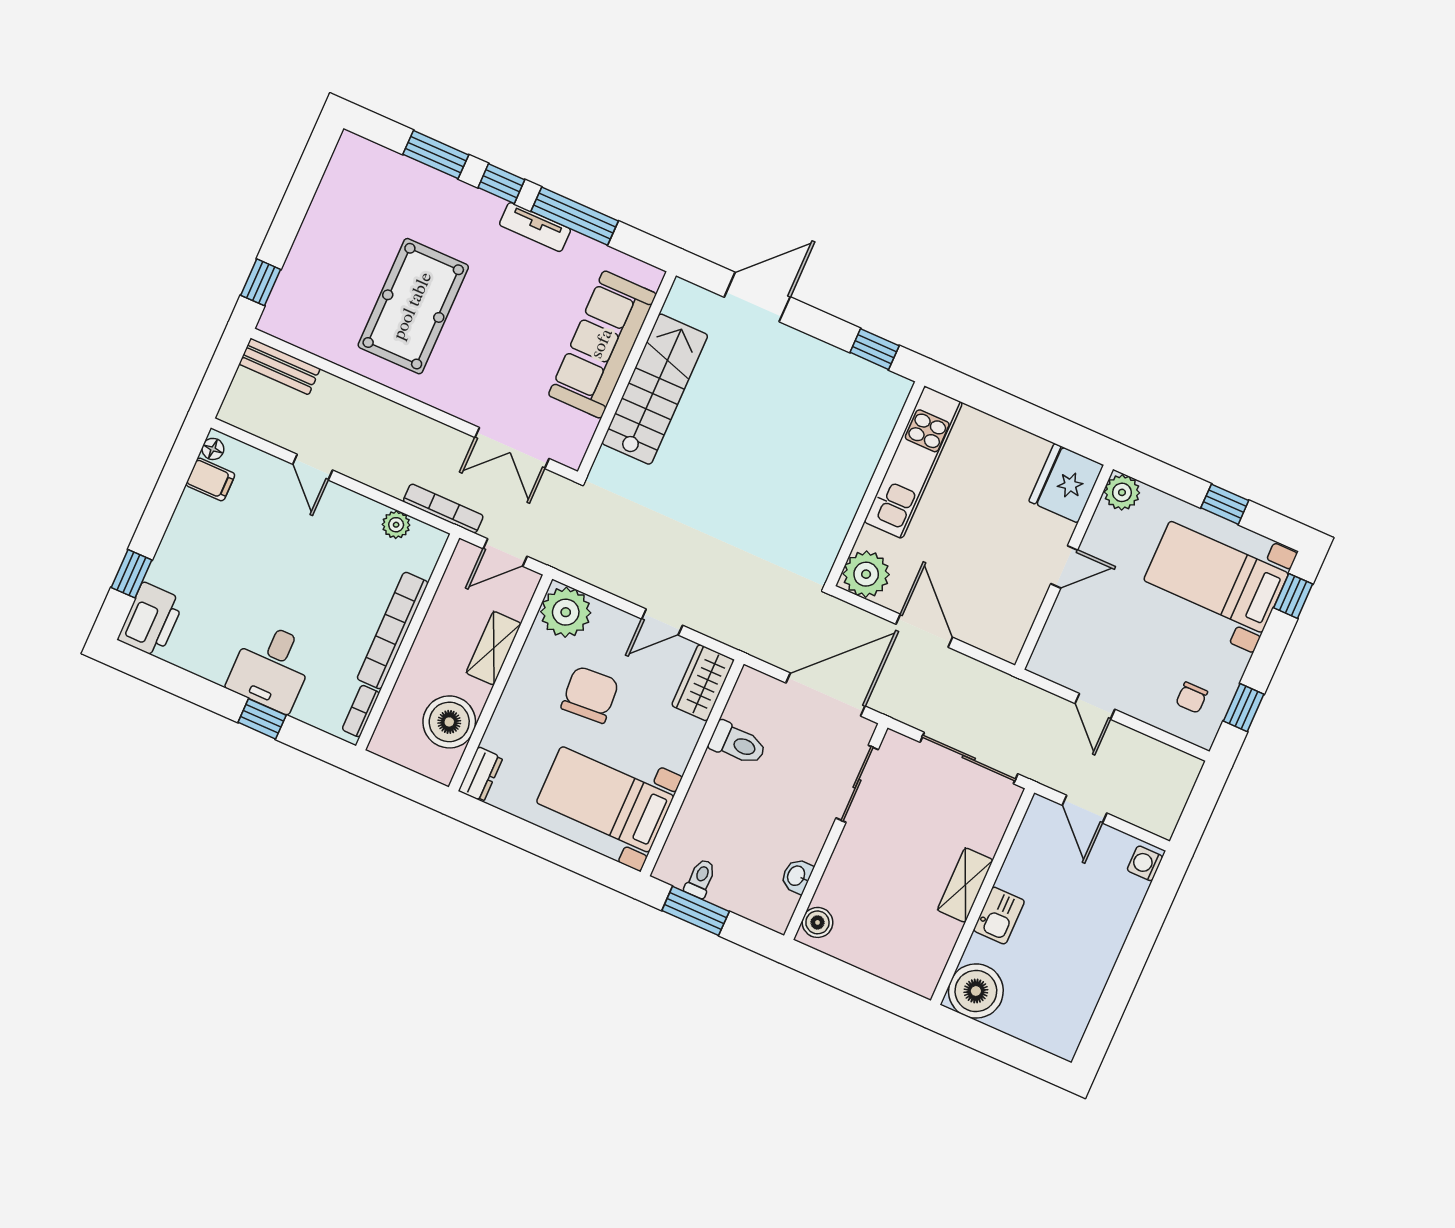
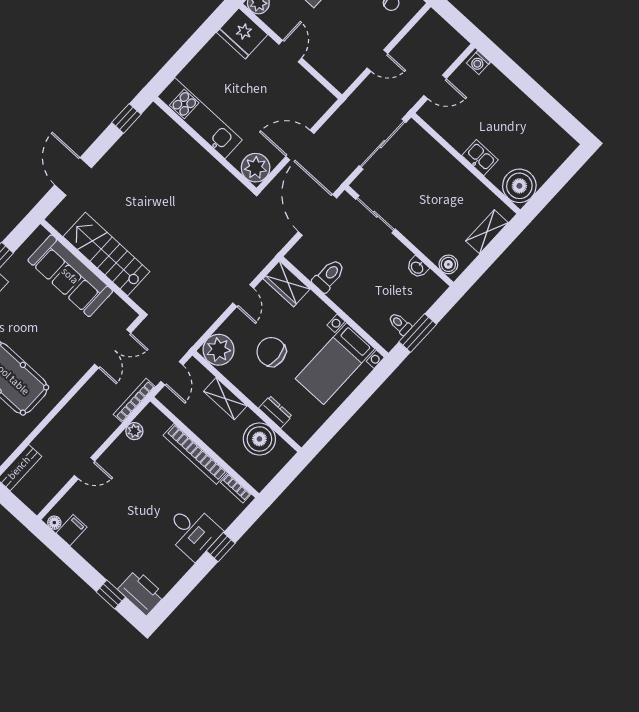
dresser: (481, 774) -> (275, 412), moved
shelving: (965, 885) -> (487, 232), moved, turned 90

